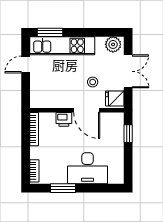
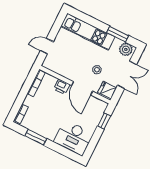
window: (50, 32) -> (118, 34), moved
door: (26, 64) -> (47, 46), moved
desk: (88, 168) -> (74, 138), moved

